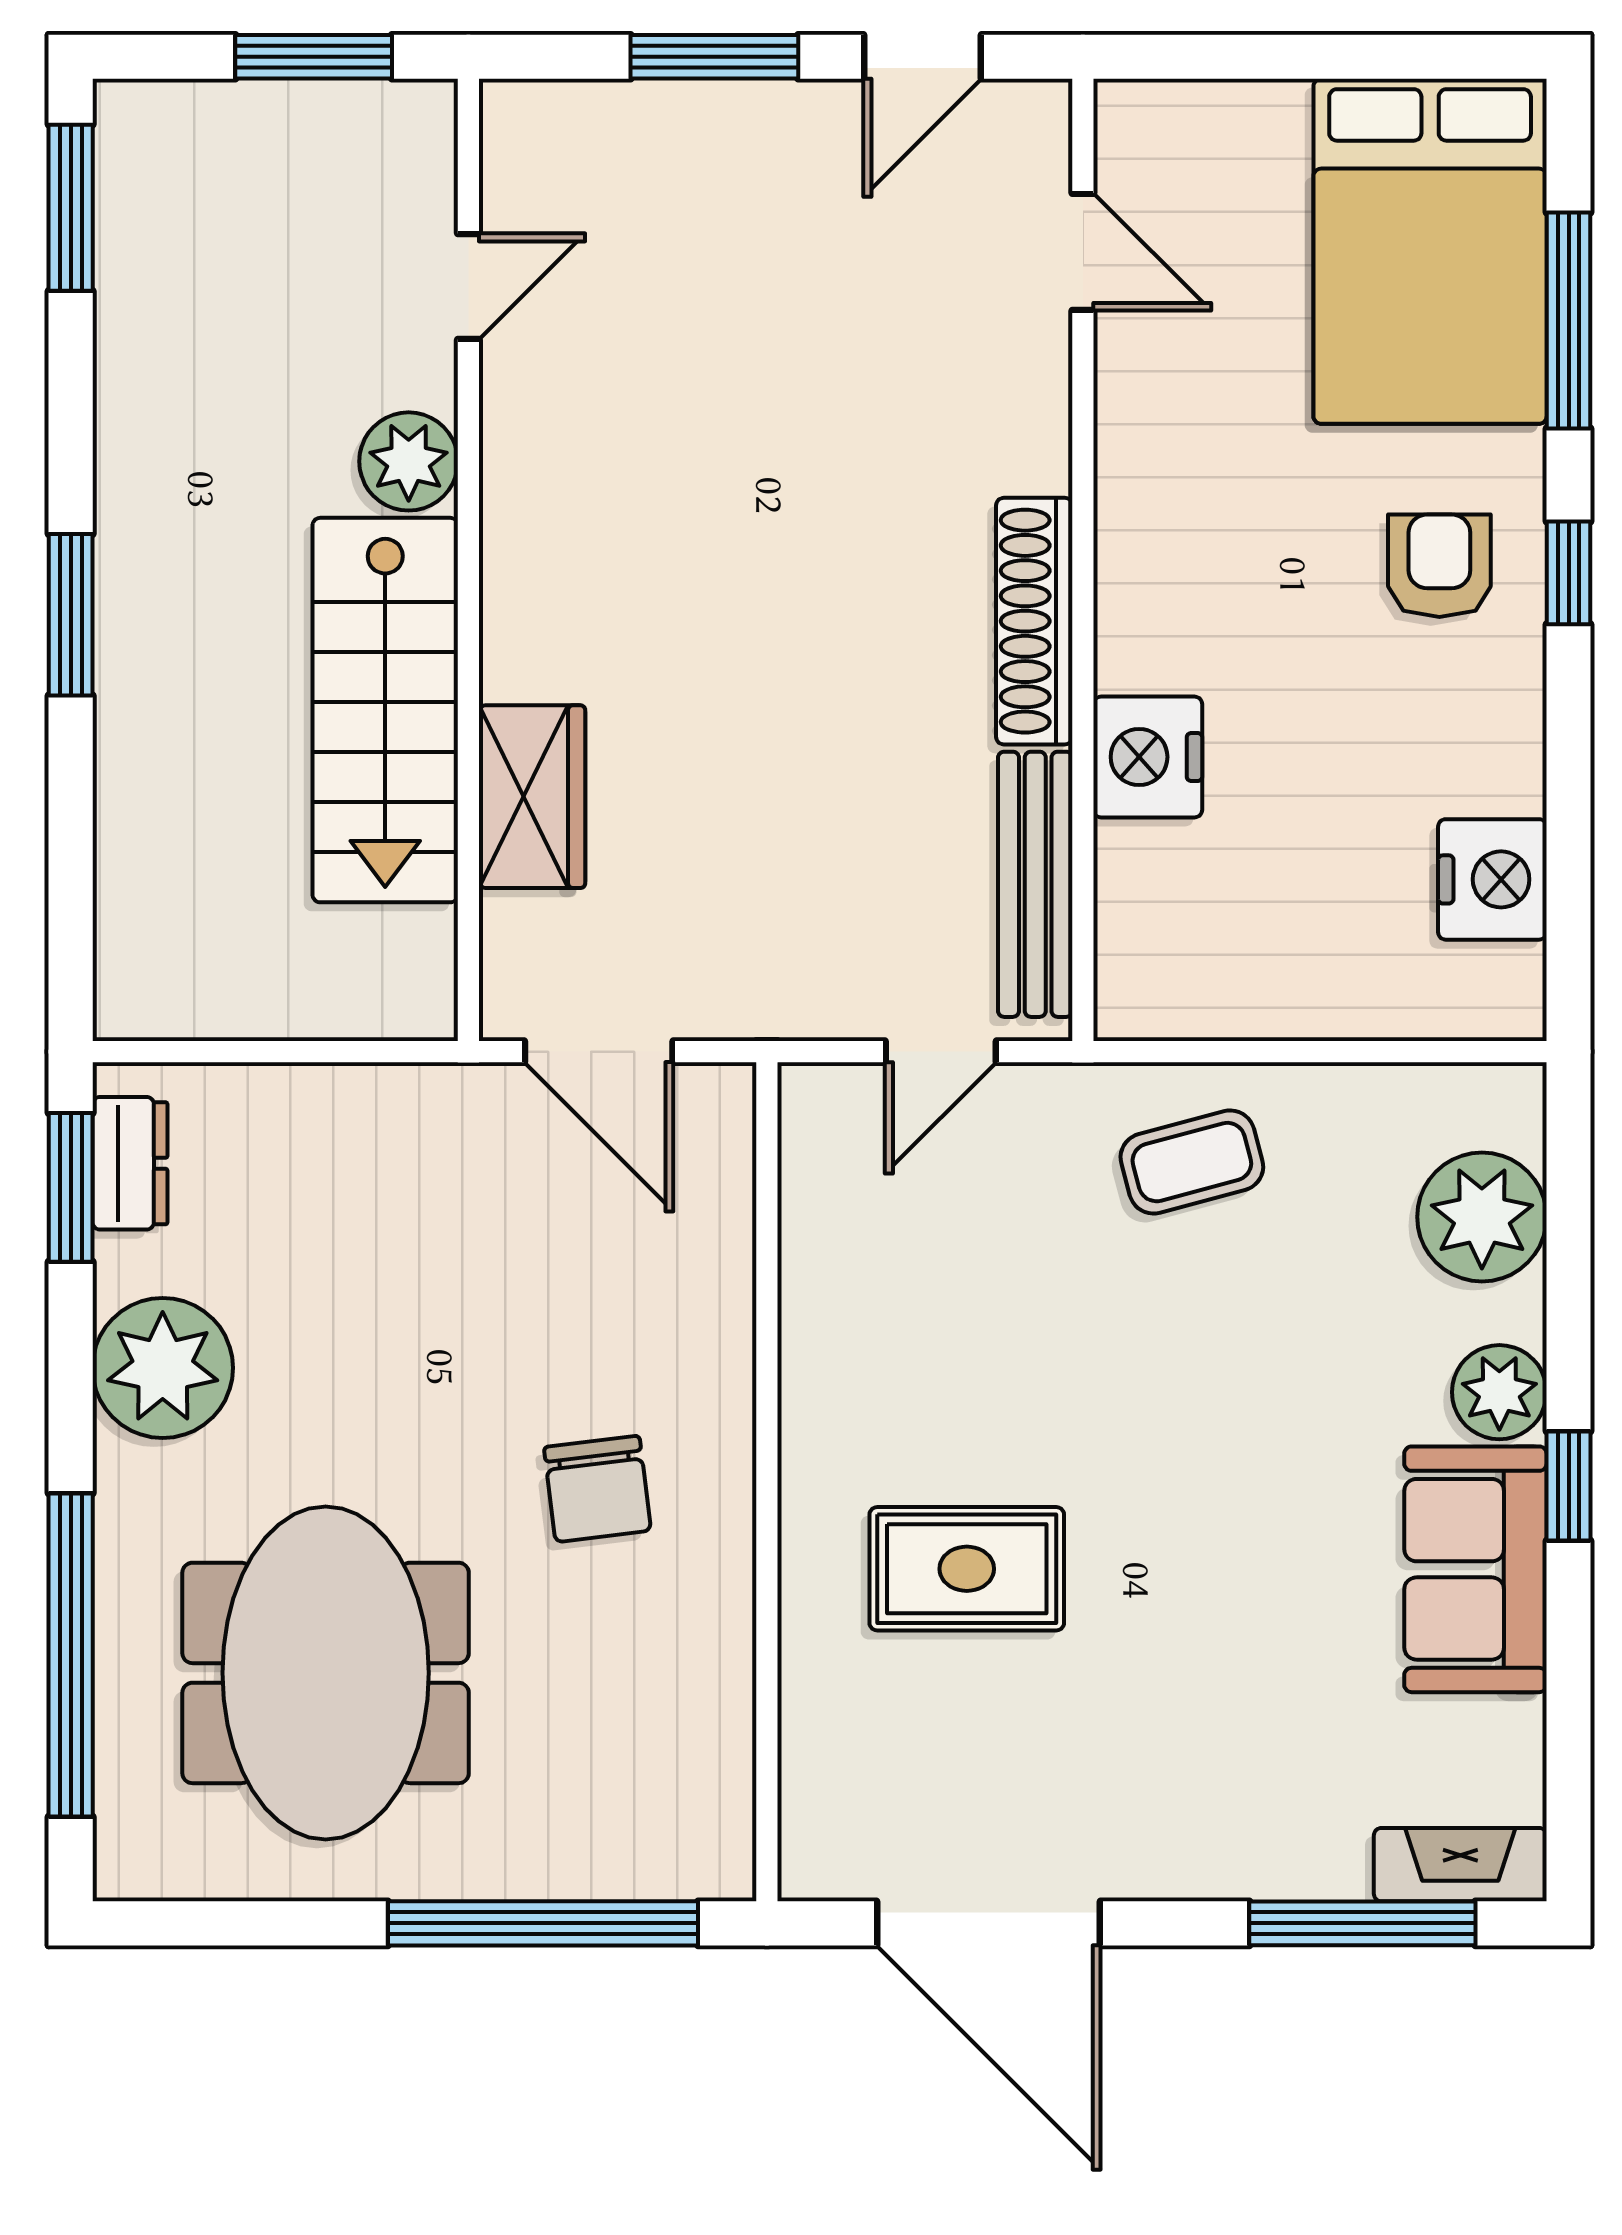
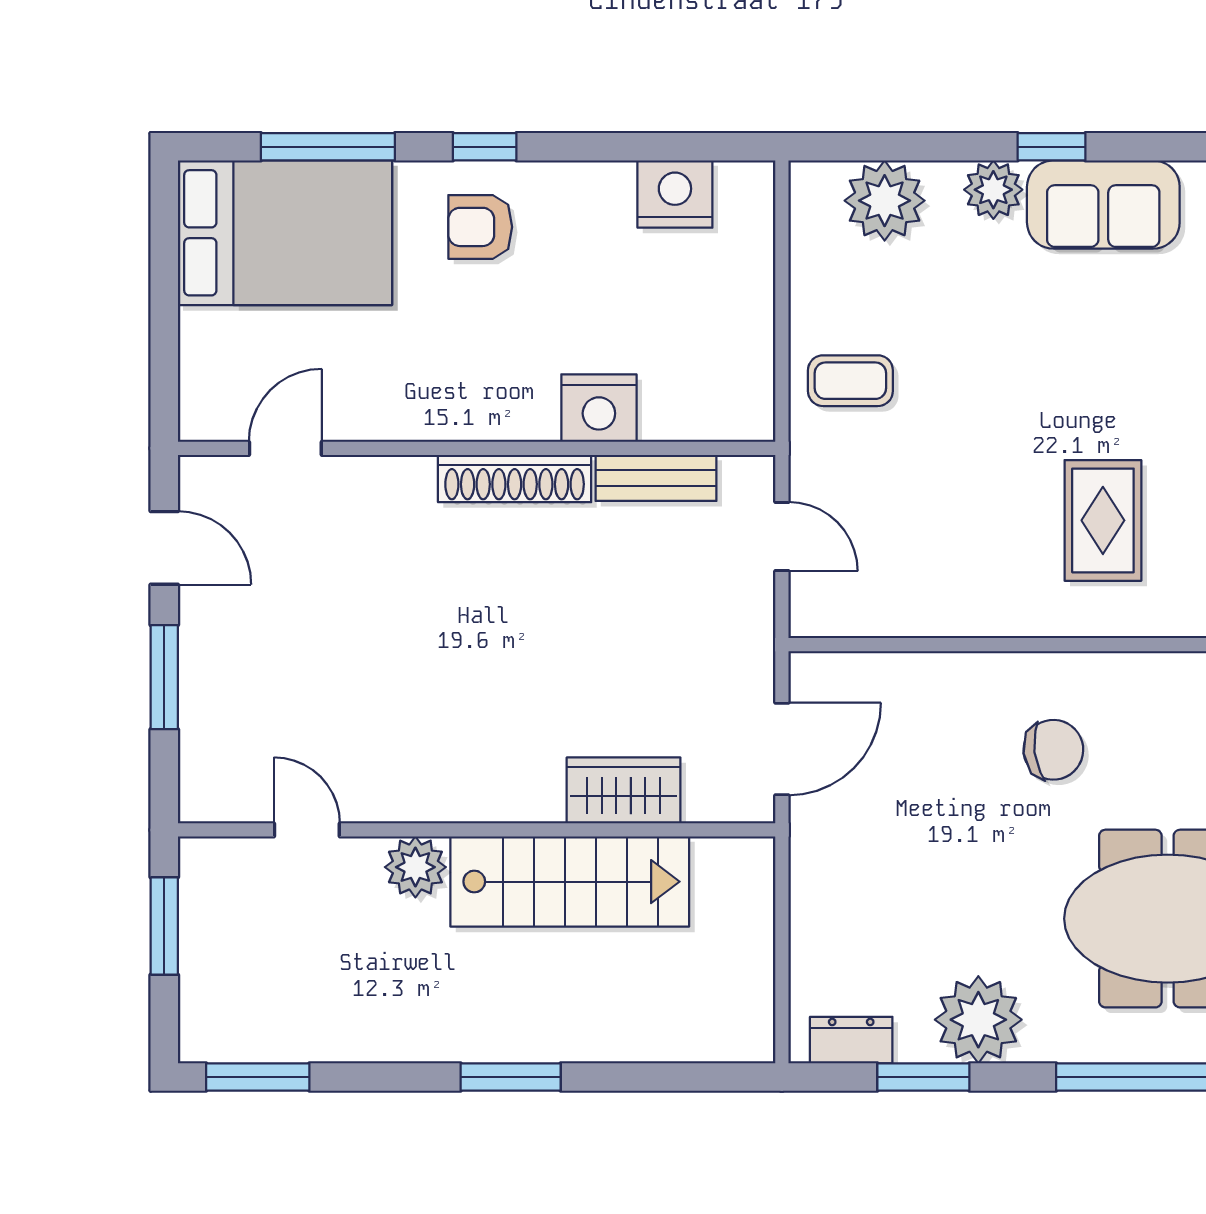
bench: (1035, 884) -> (656, 478), width x0.73
coffee table: (1192, 1162) -> (850, 381), turned -75
window: (71, 1187) -> (923, 1077), moved

